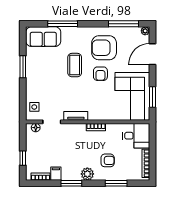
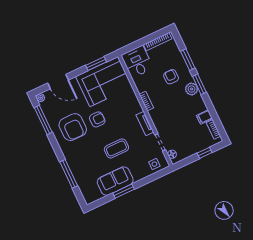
sofa: (43, 37) -> (115, 181), moved, turned -90
coffee table: (75, 65) -> (116, 148), moved
window: (71, 183) -> (199, 84), moved

